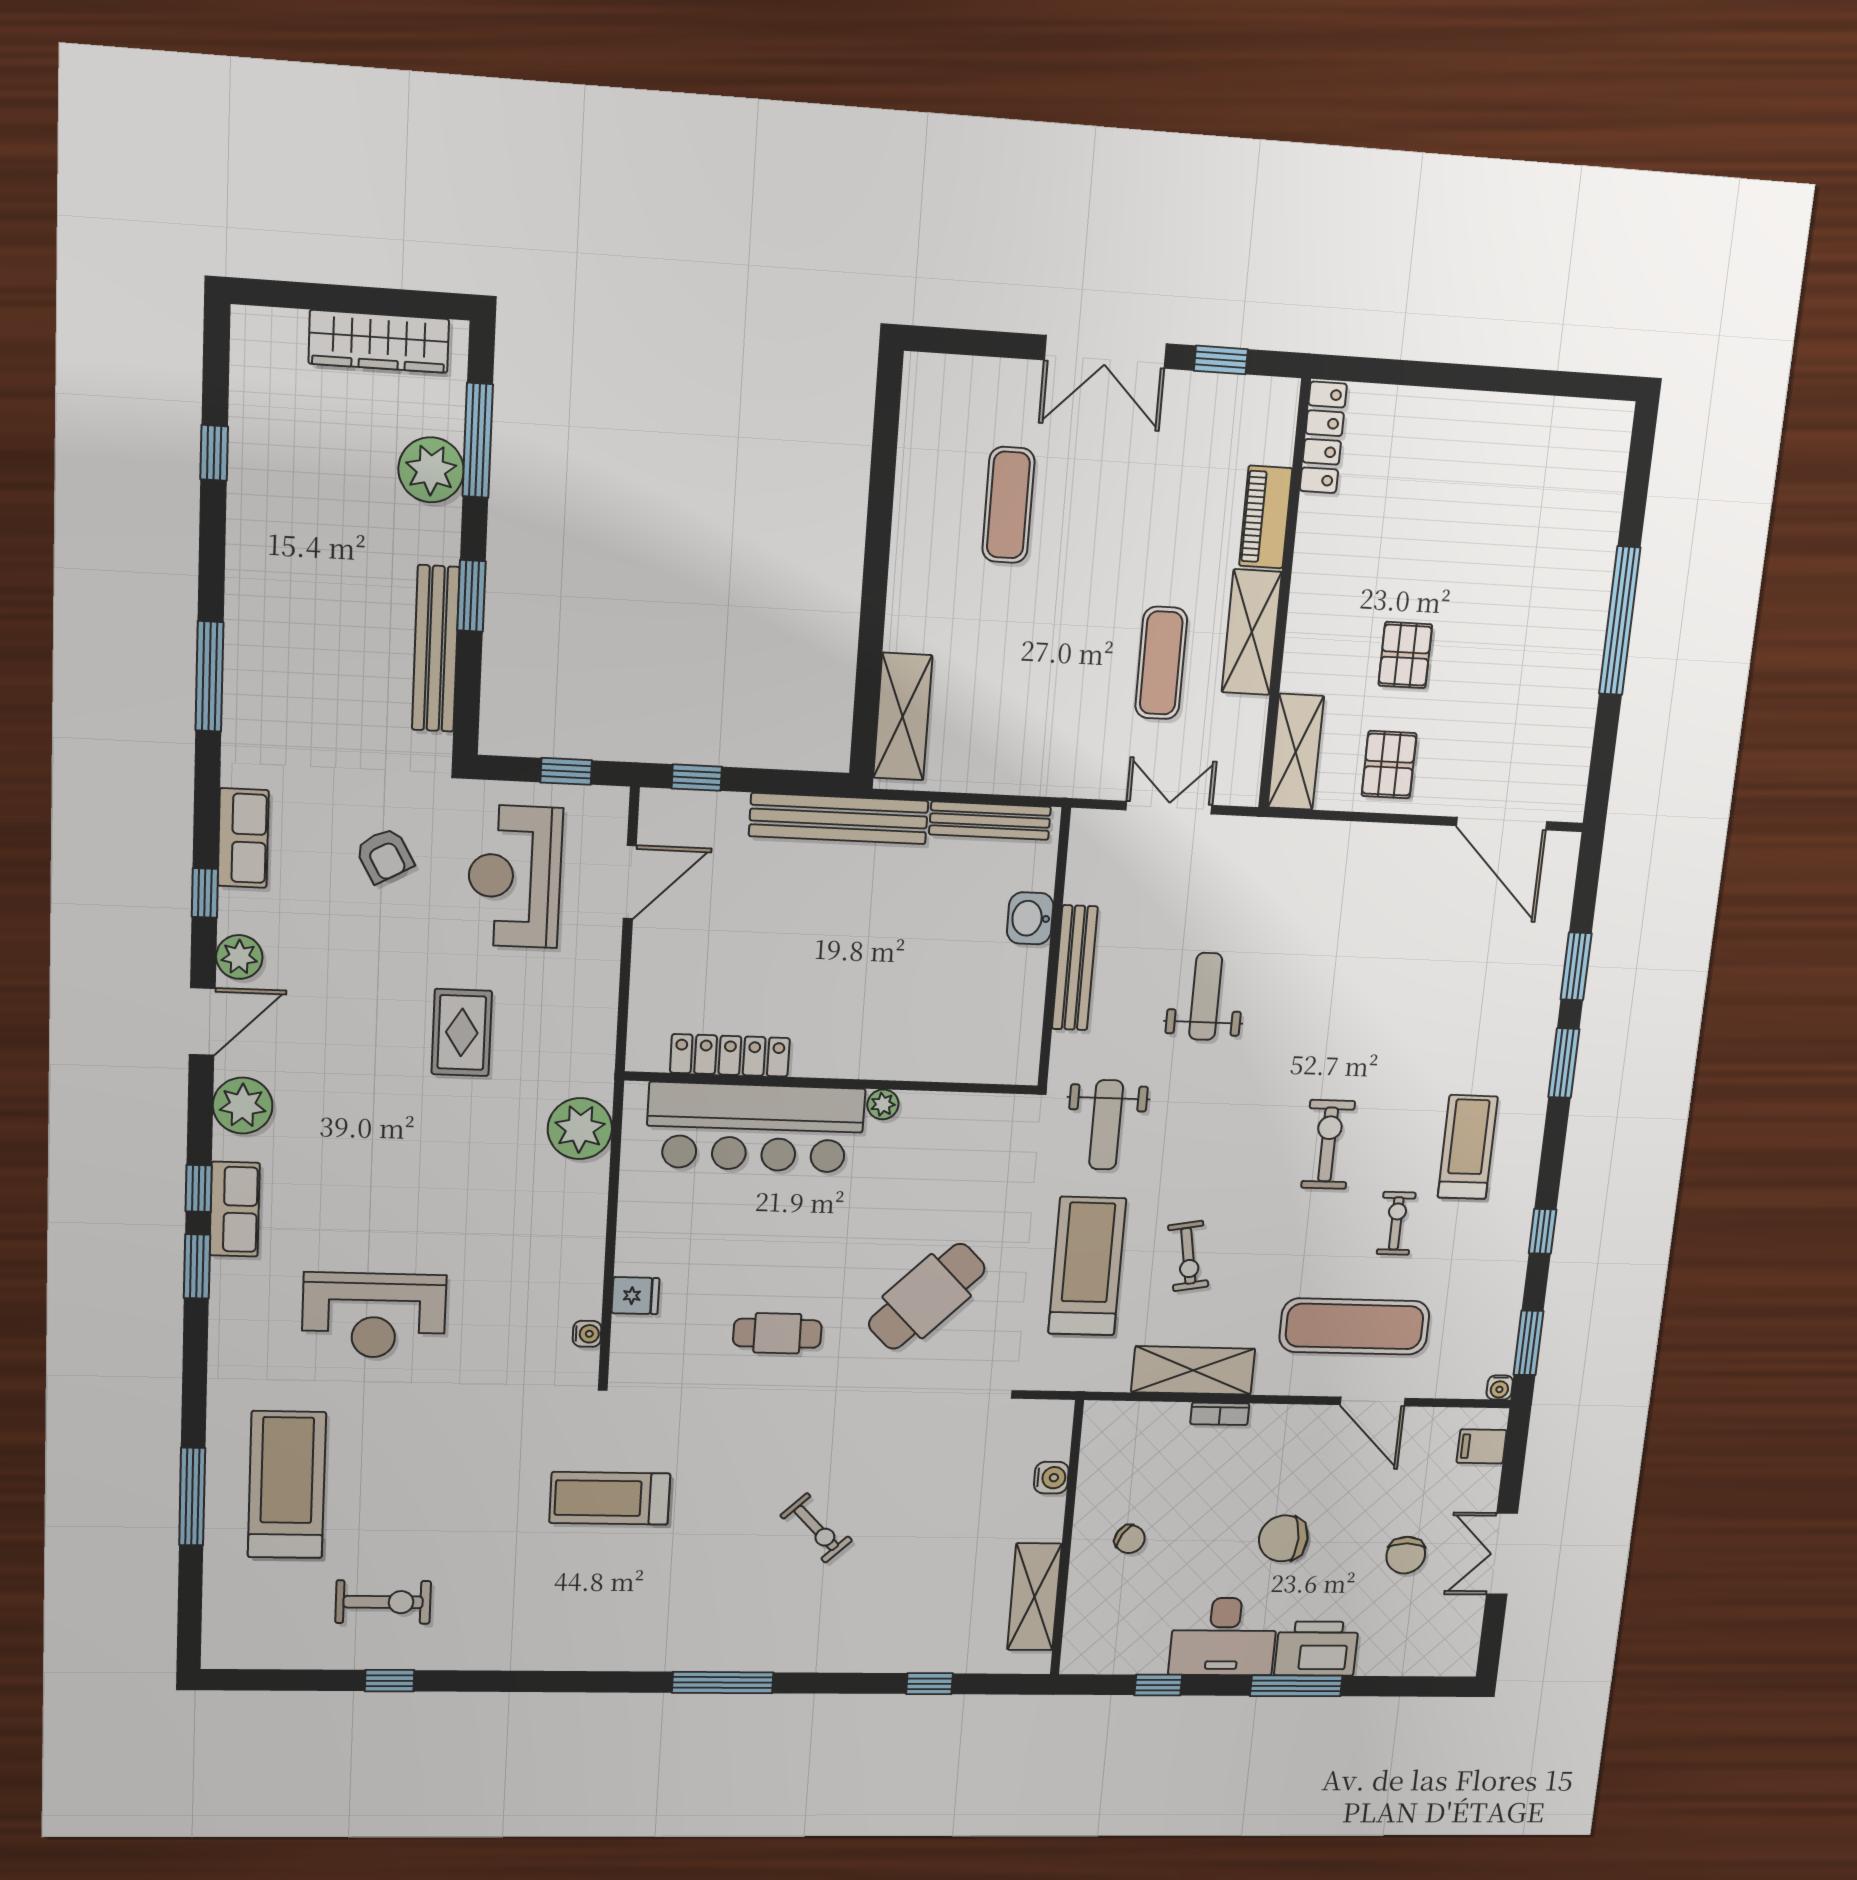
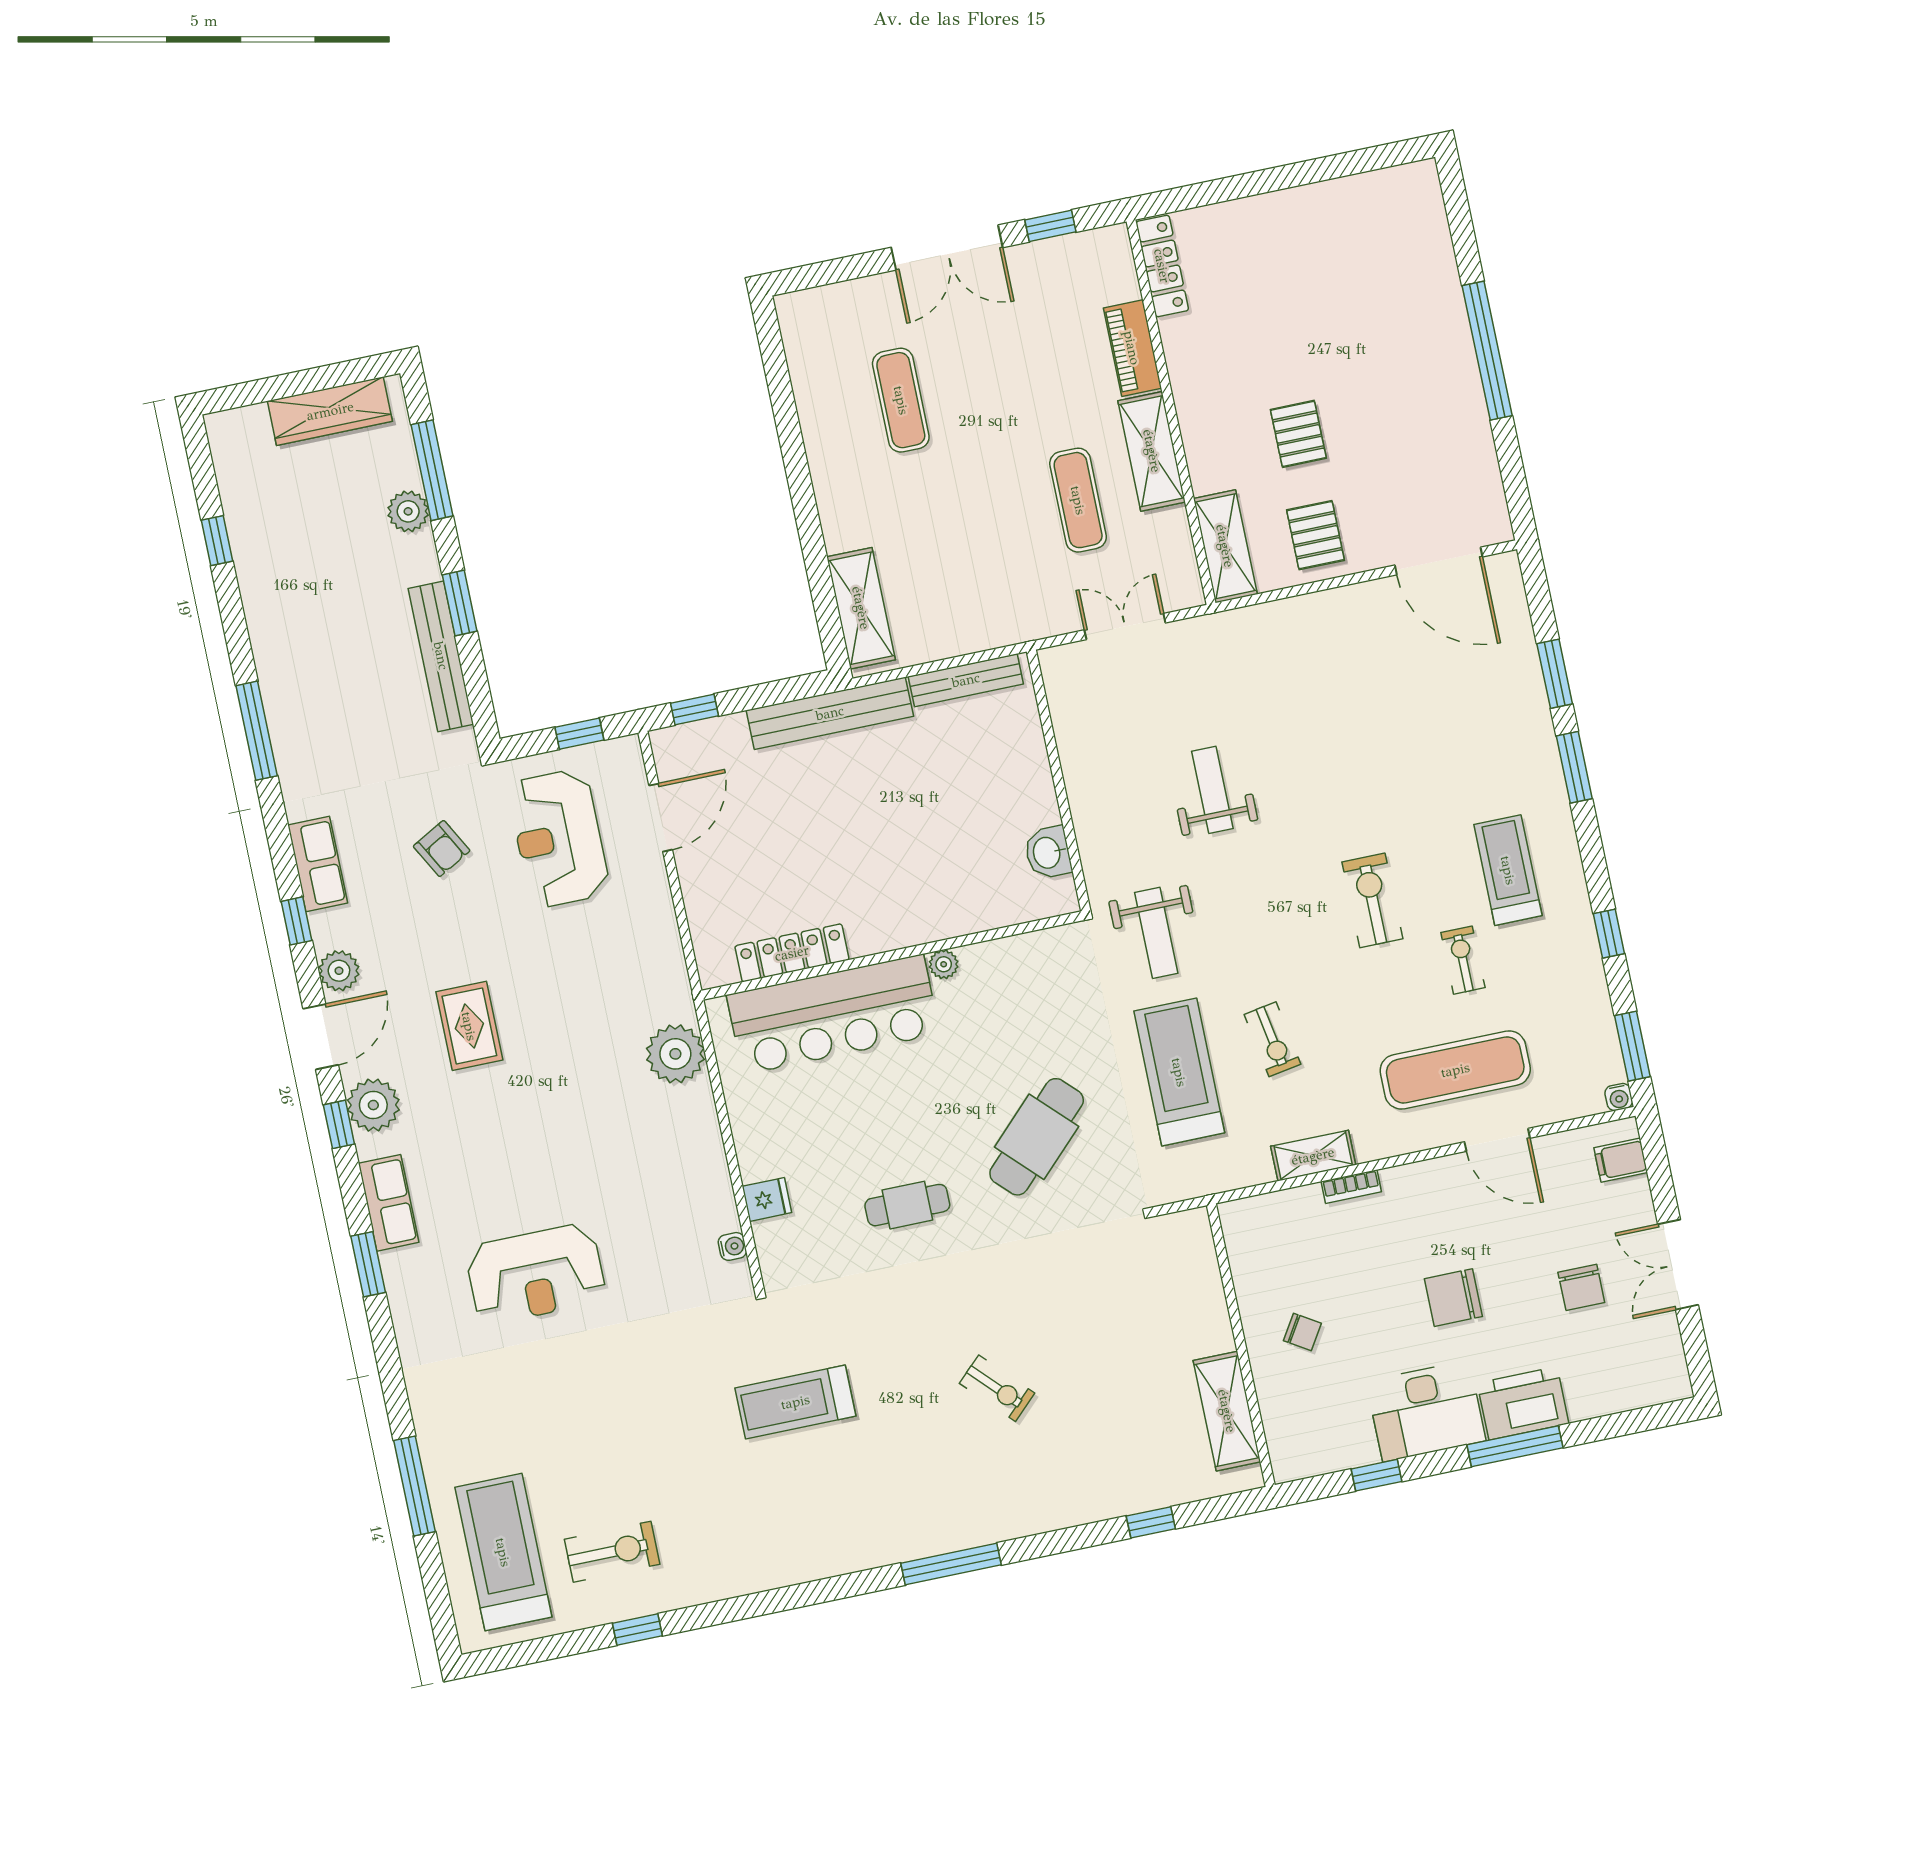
plant: (431, 470) -> (408, 511), width x0.73, depth x0.73
washbasin: (1030, 918) -> (1048, 853), moved
bench: (1075, 968) -> (1083, 794), removed
rug: (462, 1032) -> (469, 1026), moved
window: (199, 1188) -> (339, 1124), moved
shelving: (1193, 1370) -> (1313, 1156), width x0.67, depth x0.75
water cooler: (1051, 1478) -> (1207, 1287), removed
treadmill: (287, 1485) -> (503, 1552), moved

